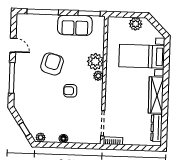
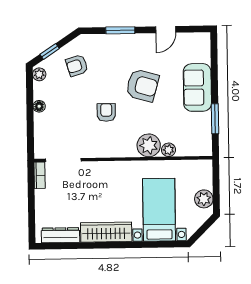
window: (43, 12) -> (214, 69), removed
window: (89, 13) -> (215, 119), moved
sofa: (75, 25) -> (197, 87), moved
plant: (98, 76) -> (168, 150), moved
window: (12, 78) -> (120, 30), width x0.69
armchair: (36, 110) -> (77, 65), added

